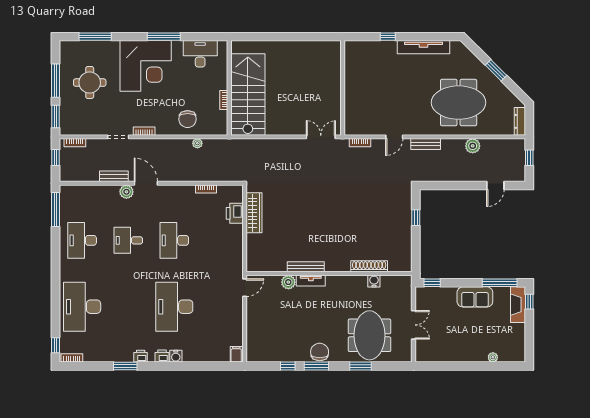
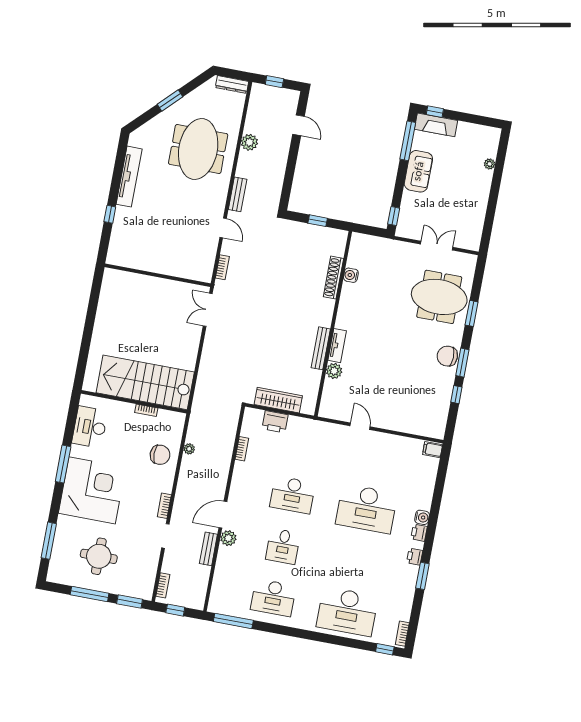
shoe rack: (369, 266) -> (333, 278), moved
bench: (306, 267) -> (321, 348), moved
wall: (329, 273) -> (333, 324), moved
tv unit: (311, 281) -> (337, 346), moved
water cooler: (374, 281) -> (351, 275), moved
plant: (288, 282) -> (334, 371), moved

